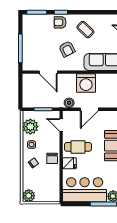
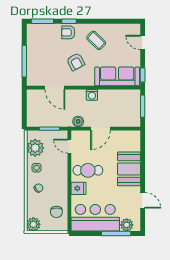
washing machine: (86, 83) -> (92, 95), width x0.53, depth x0.53
chair: (52, 158) -> (56, 212), moved

